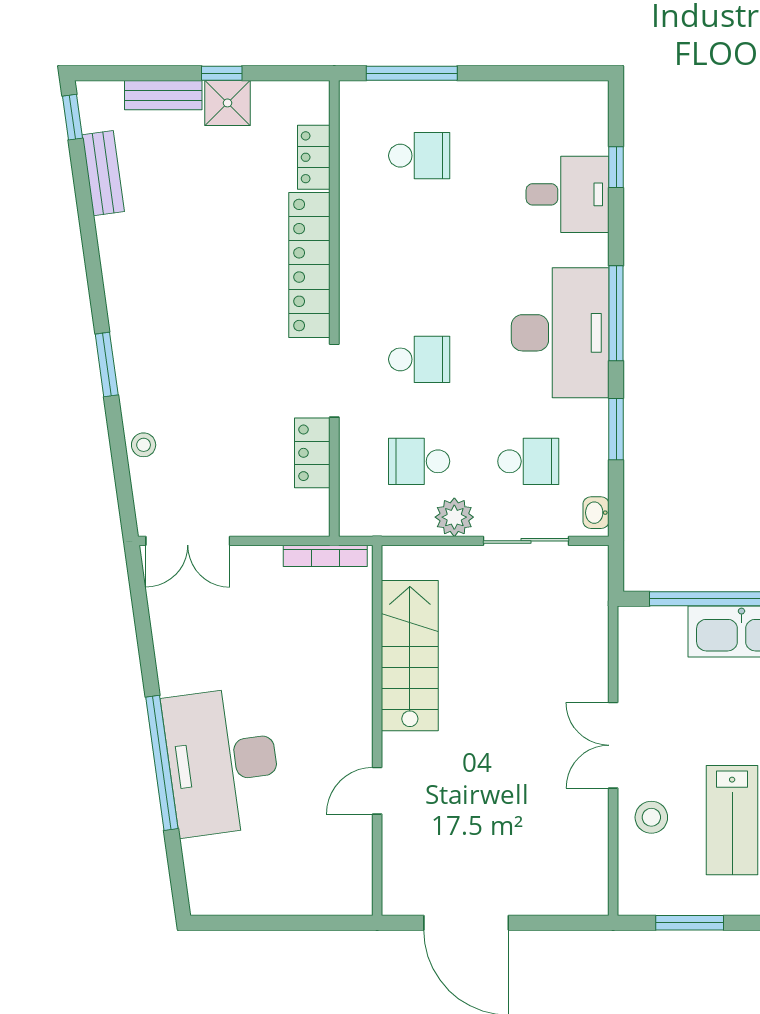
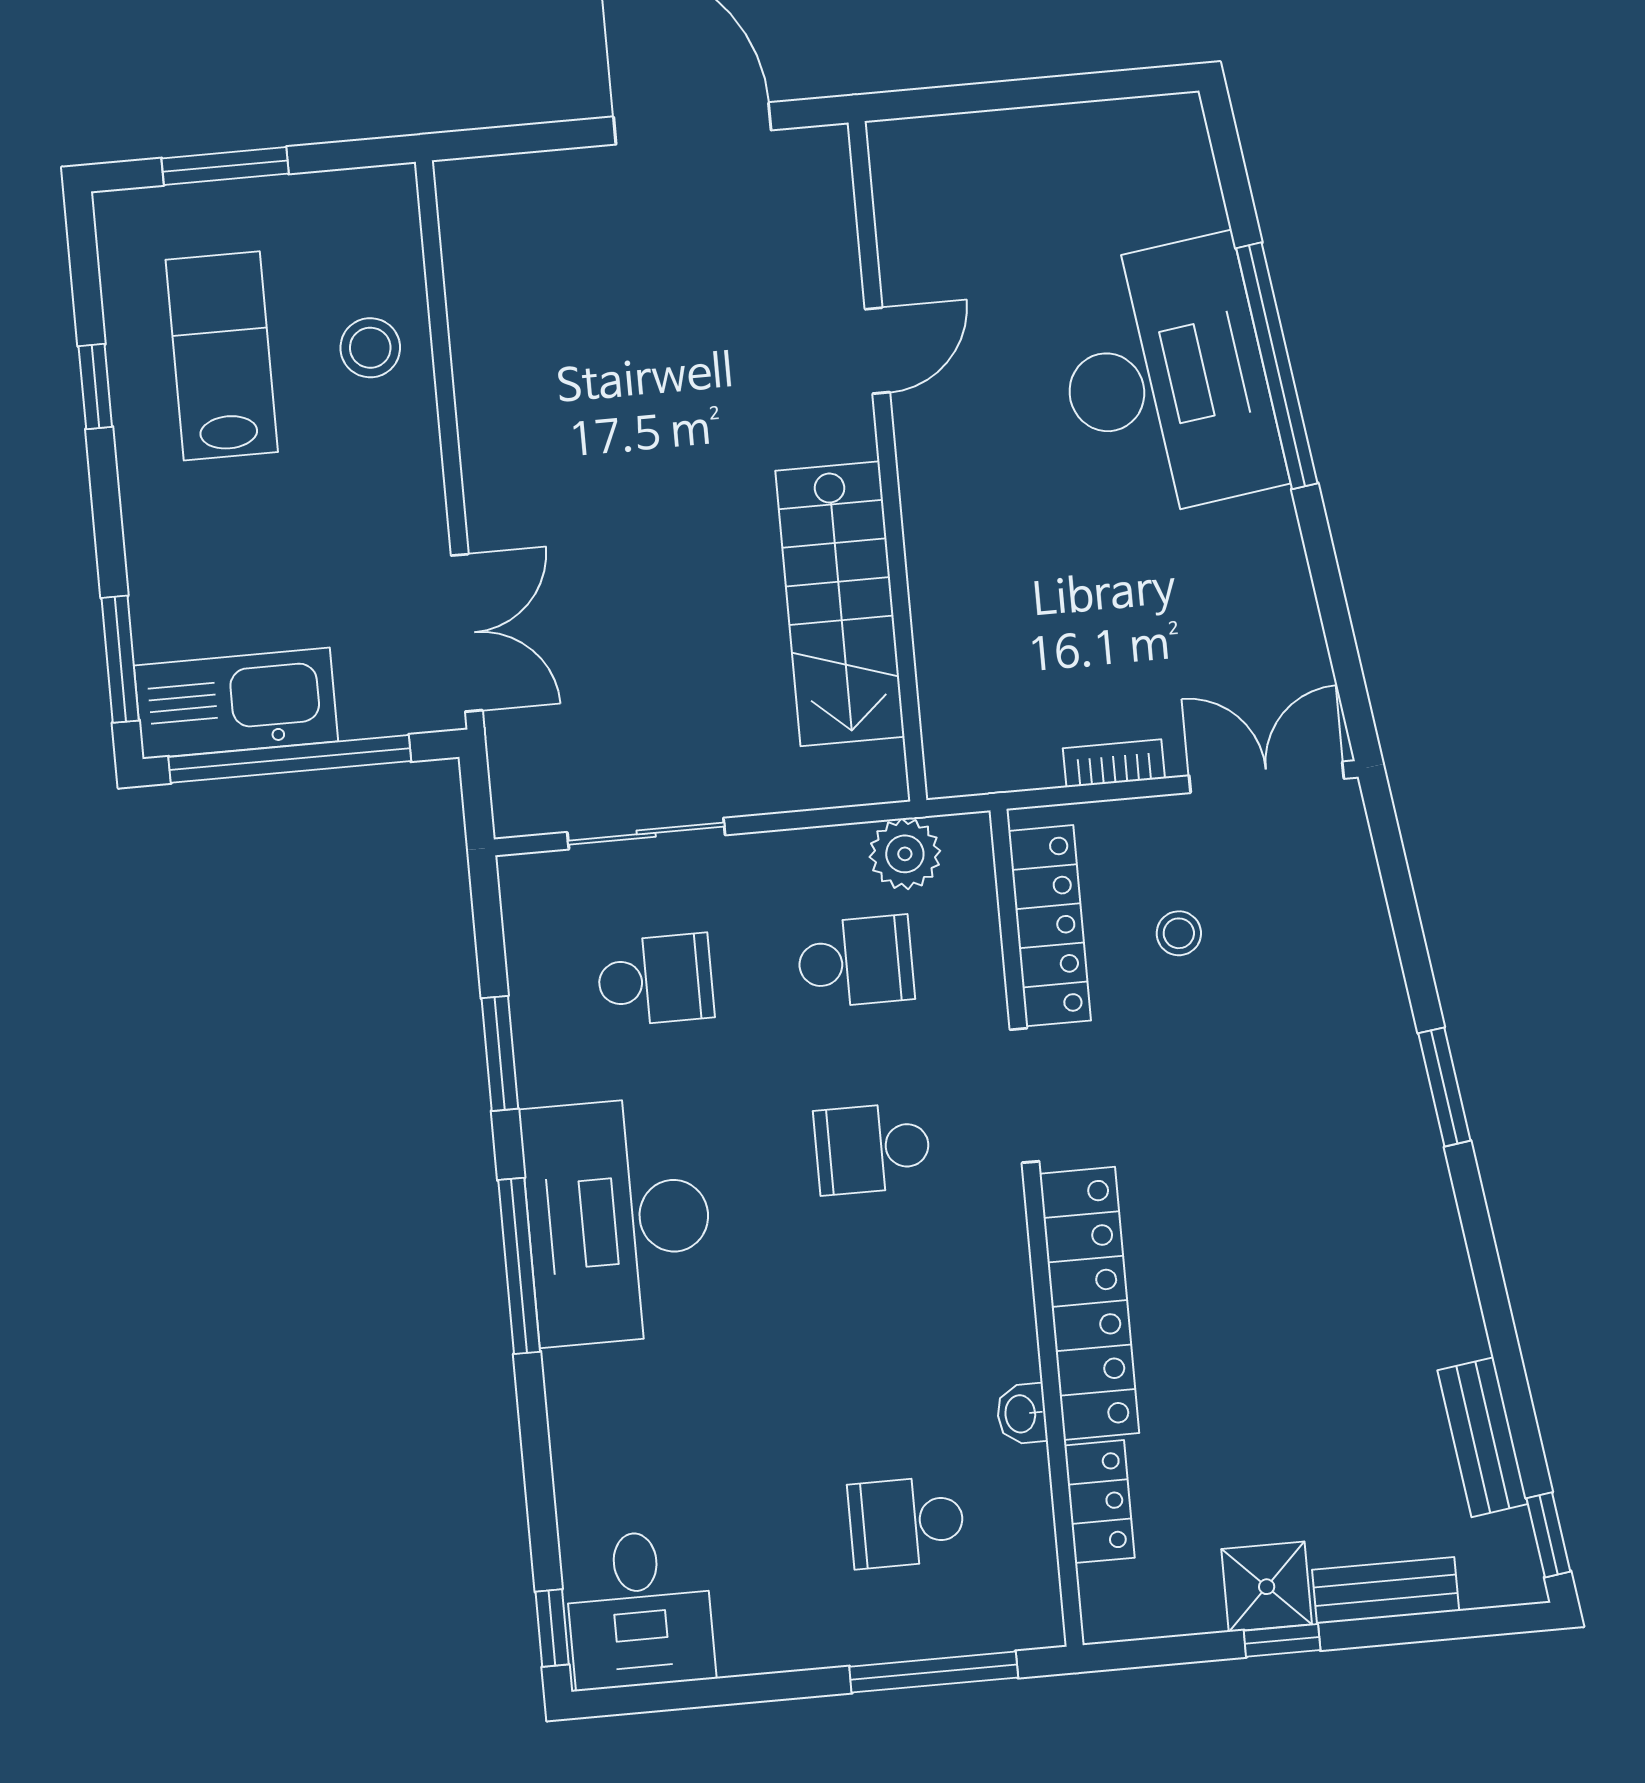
window: (616, 167) -> (552, 1628), moved
desk: (568, 194) -> (639, 1609), moved, turned -90
stool: (144, 445) -> (1179, 933), moved
locker: (312, 453) -> (1050, 926), width x1.53
school desk: (528, 461) -> (655, 980), turned 180
washbasin: (596, 513) -> (1022, 1414), moved, turned 180
plant: (454, 517) -> (905, 854), moved
bookcase: (325, 556) -> (1114, 763), moved, width x0.64
double door: (613, 745) -> (467, 633), moved
window: (690, 923) -> (225, 166), moved

